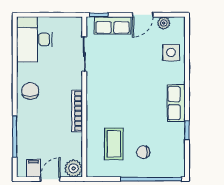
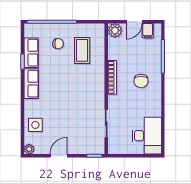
plant: (164, 23) -> (29, 149), moved
row of seats: (112, 25) -> (31, 53), moved, turned 90
chair: (30, 91) -> (141, 81), moved

